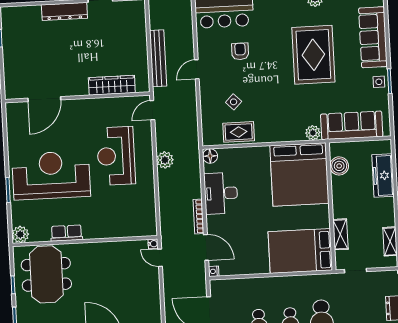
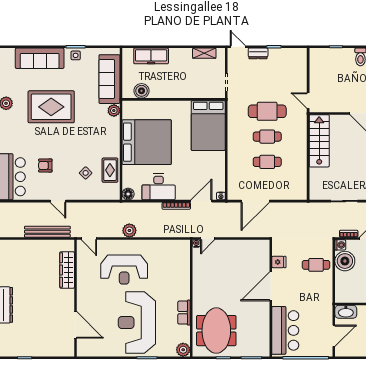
bed: (299, 174) -> (147, 142), moved
shelving: (340, 234) -> (197, 93), removed
meeting table: (46, 274) -> (216, 331), turned 90

